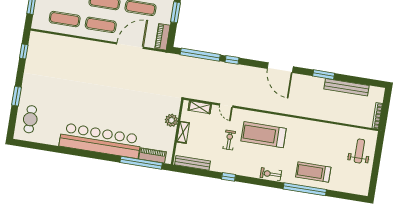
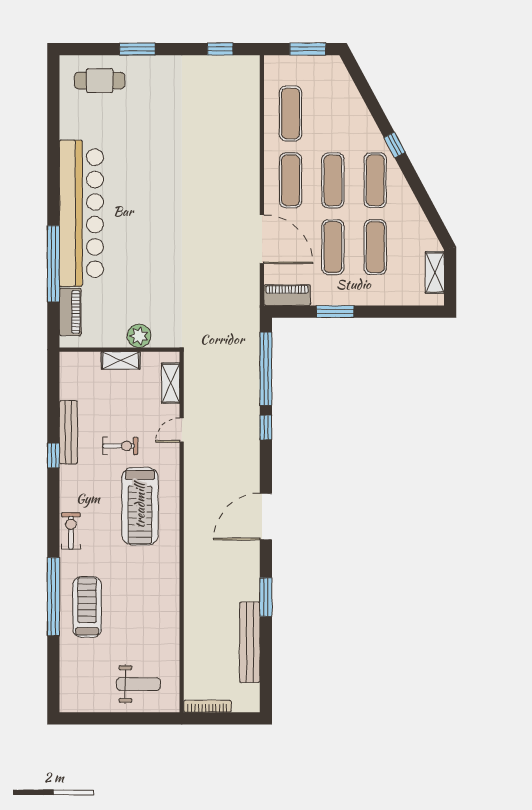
treadmill: (264, 135) -> (140, 506), turned 180
window: (141, 163) -> (53, 264), moved
bench: (193, 163) -> (68, 432), moved

